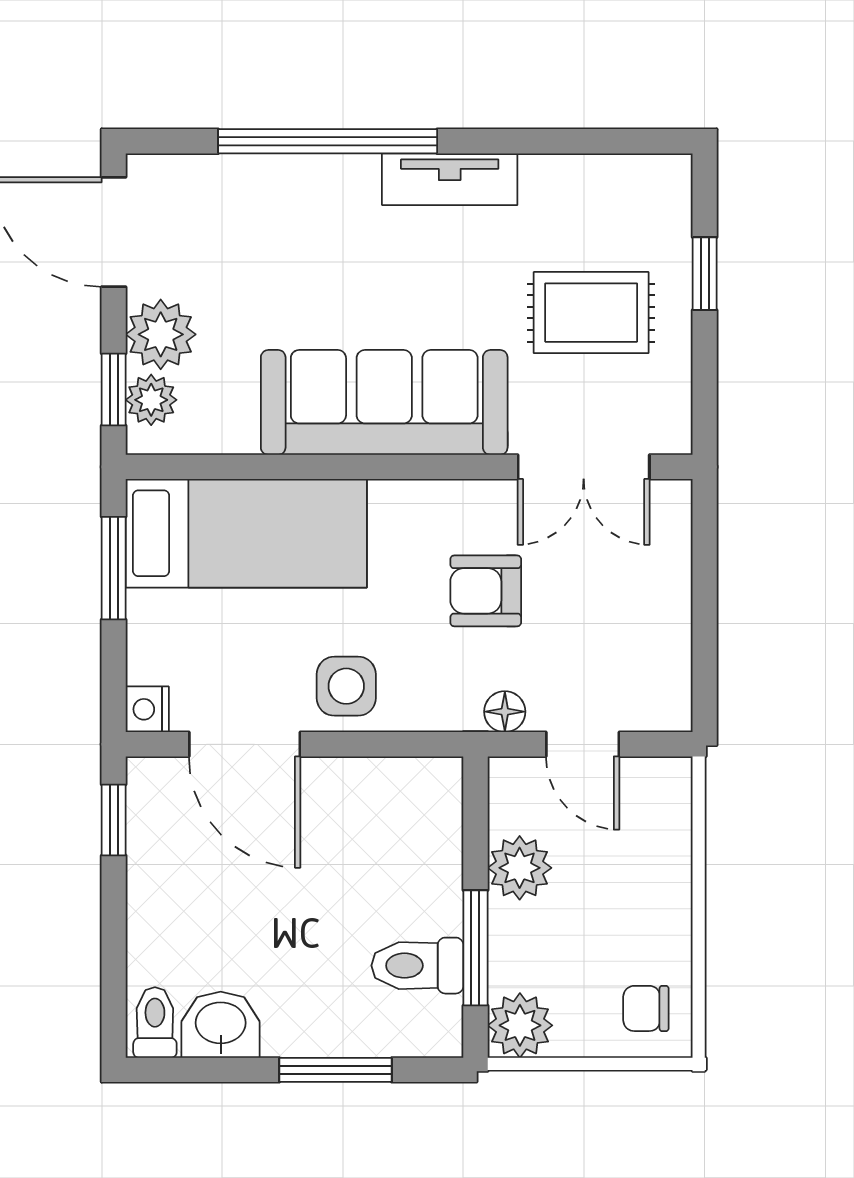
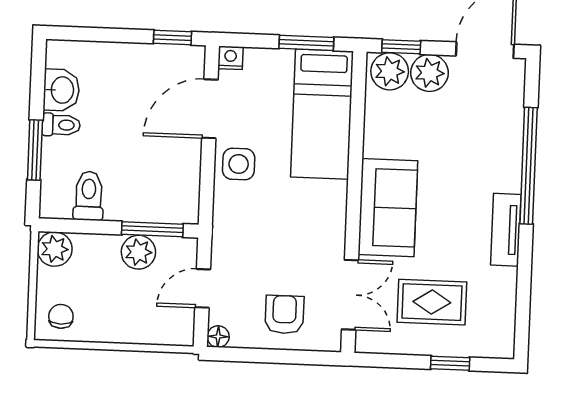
rug: (591, 313) -> (432, 302), turned 90
plant: (151, 400) -> (390, 71), width x1.38, depth x1.38
sofa: (384, 402) -> (388, 208), width x0.73
double door: (584, 467) -> (350, 295), swing flipped
armchair: (486, 591) -> (284, 315), moved
floor lamp: (505, 712) -> (218, 337), moved
window: (475, 948) -> (152, 229), moved
toilet: (155, 1023) -> (61, 125), moved

